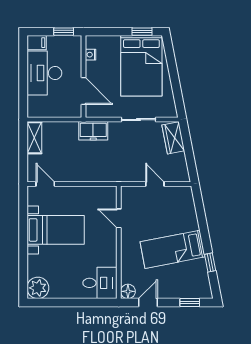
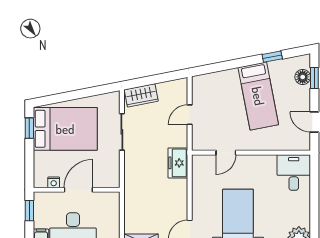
door: (83, 91) -> (78, 190), moved
freezer: (93, 131) -> (178, 163), moved, turned 180
floor lamp: (128, 291) -> (303, 77), moved

